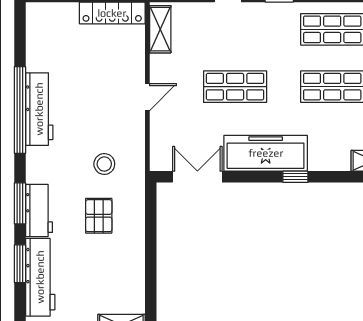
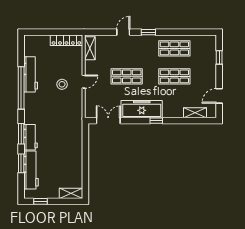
workbench: (39, 109) -> (31, 74), moved
stool: (104, 164) -> (62, 84), moved
pallet: (99, 216) -> (60, 140), removed

